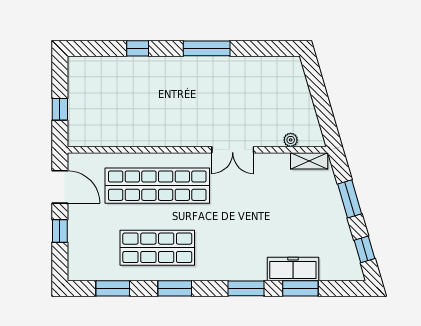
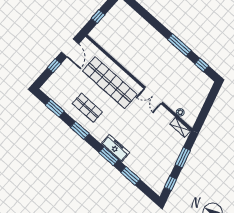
window: (138, 48) -> (202, 65), moved
shop shelf: (157, 248) -> (87, 108), width x0.70, depth x0.74
freezer: (293, 269) -> (115, 148), moved

